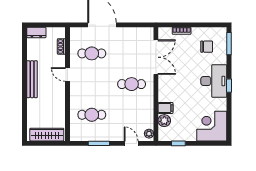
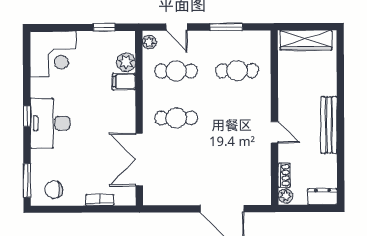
plant: (61, 33) -> (285, 196), added
chair: (207, 47) -> (54, 190), moved
cafe table: (92, 53) -> (176, 71), moved

